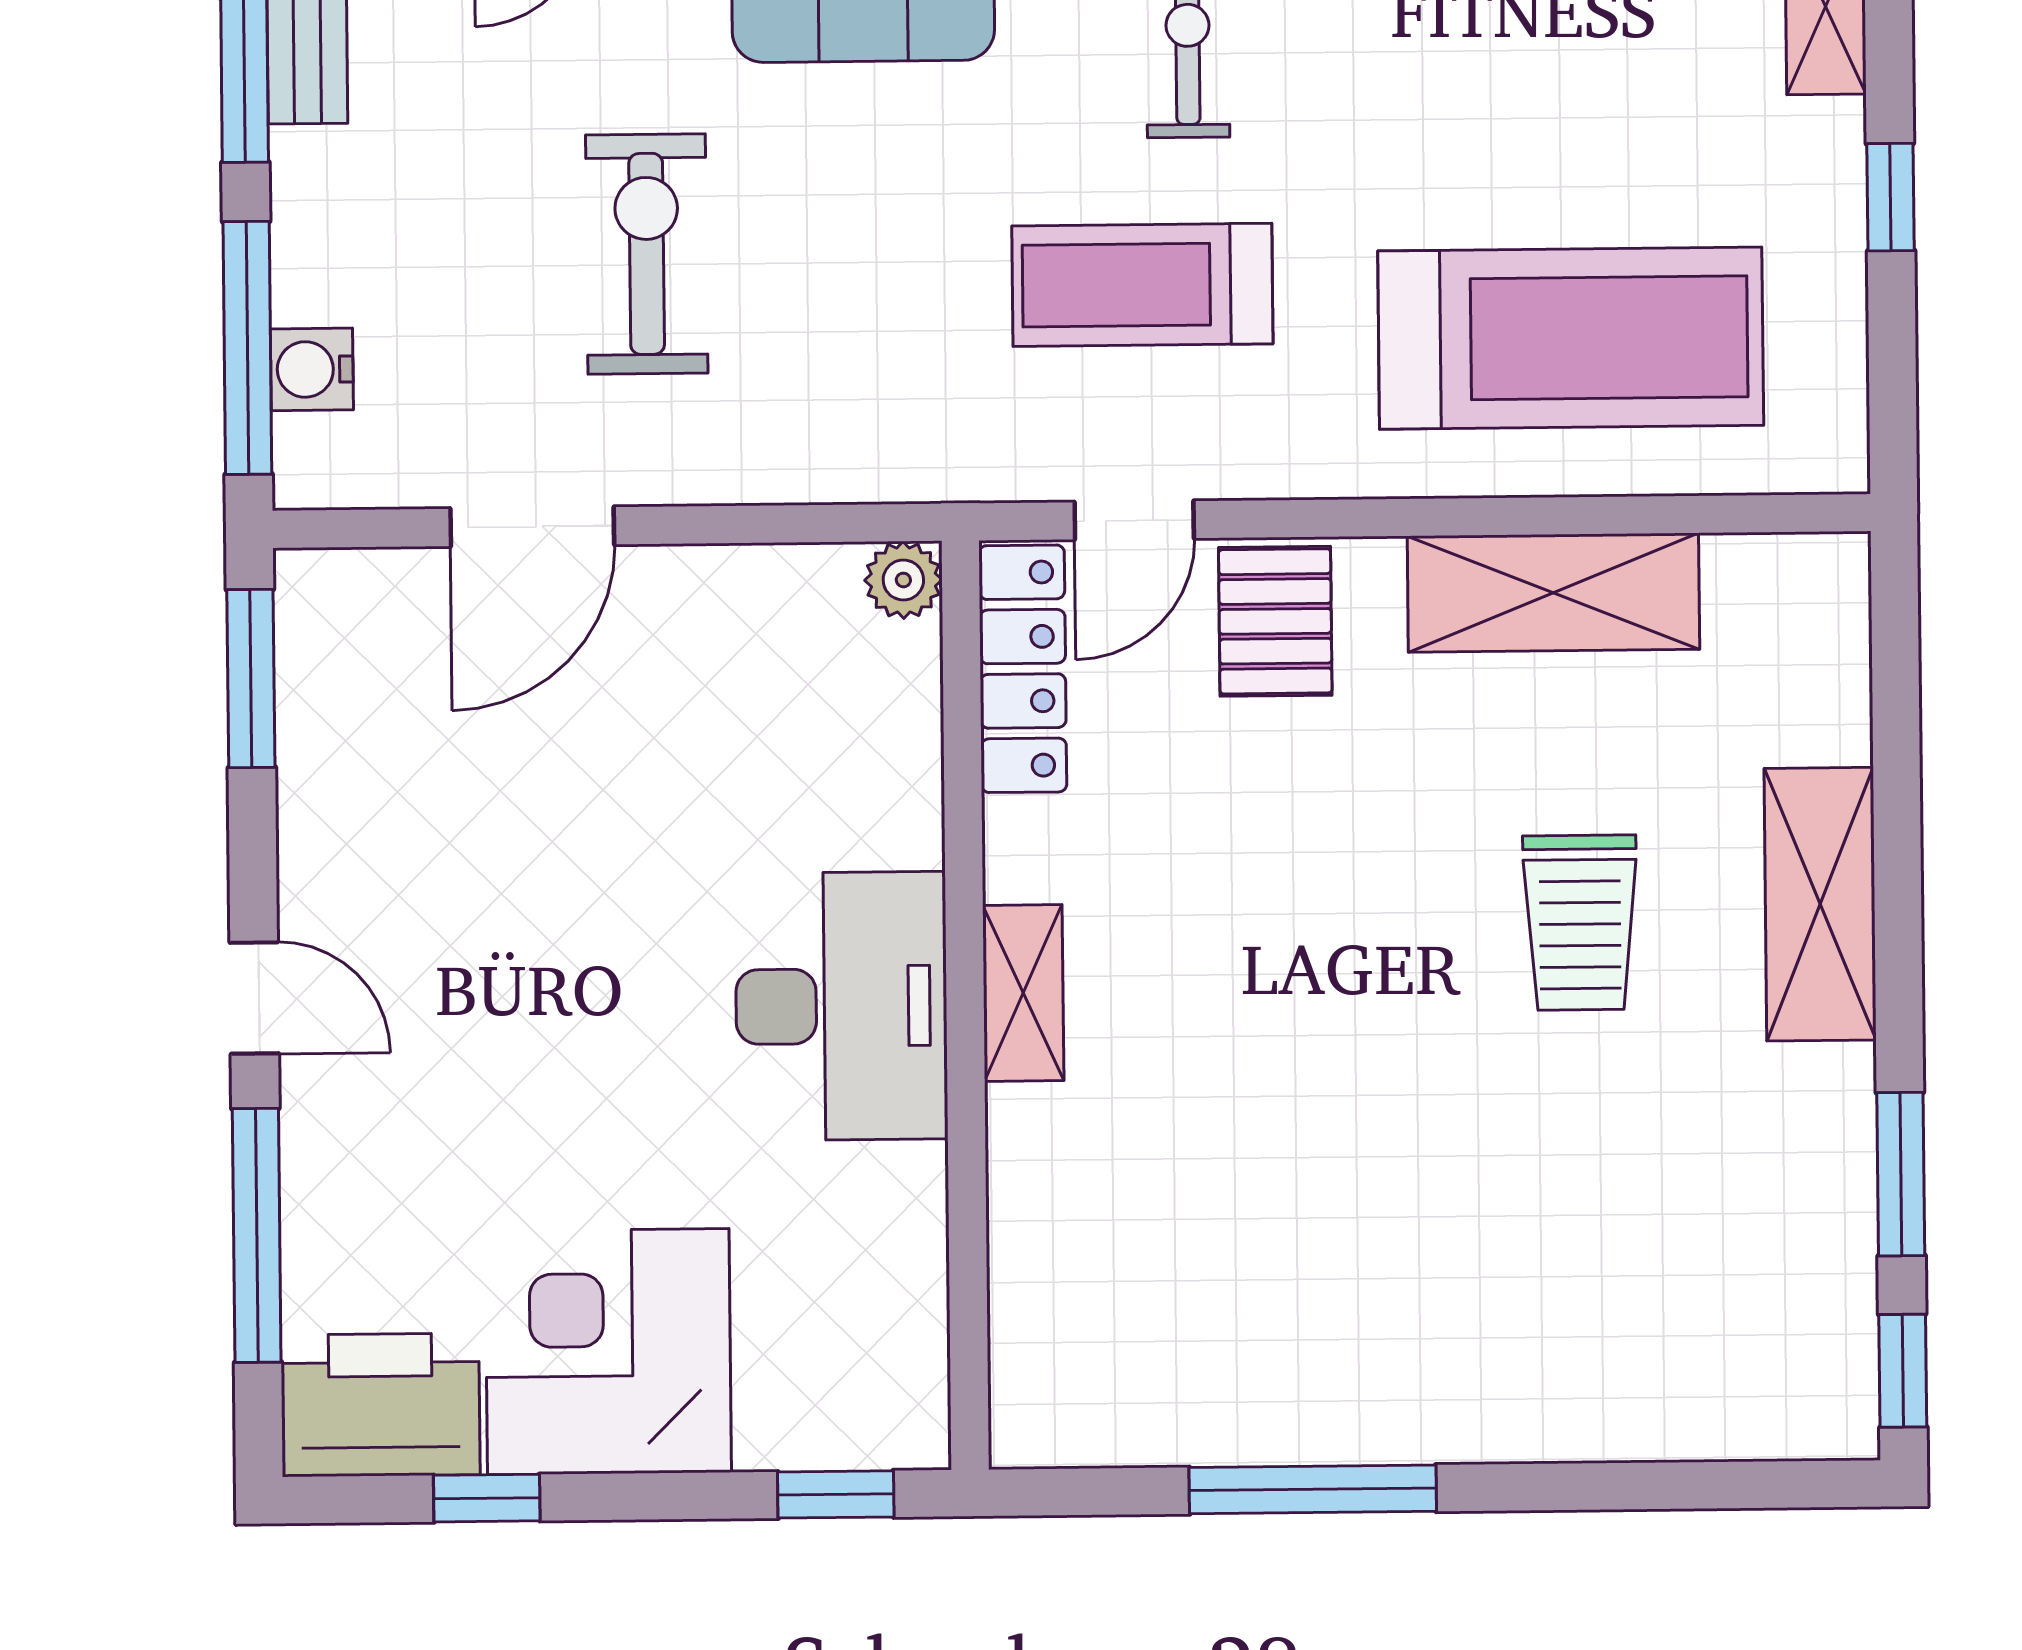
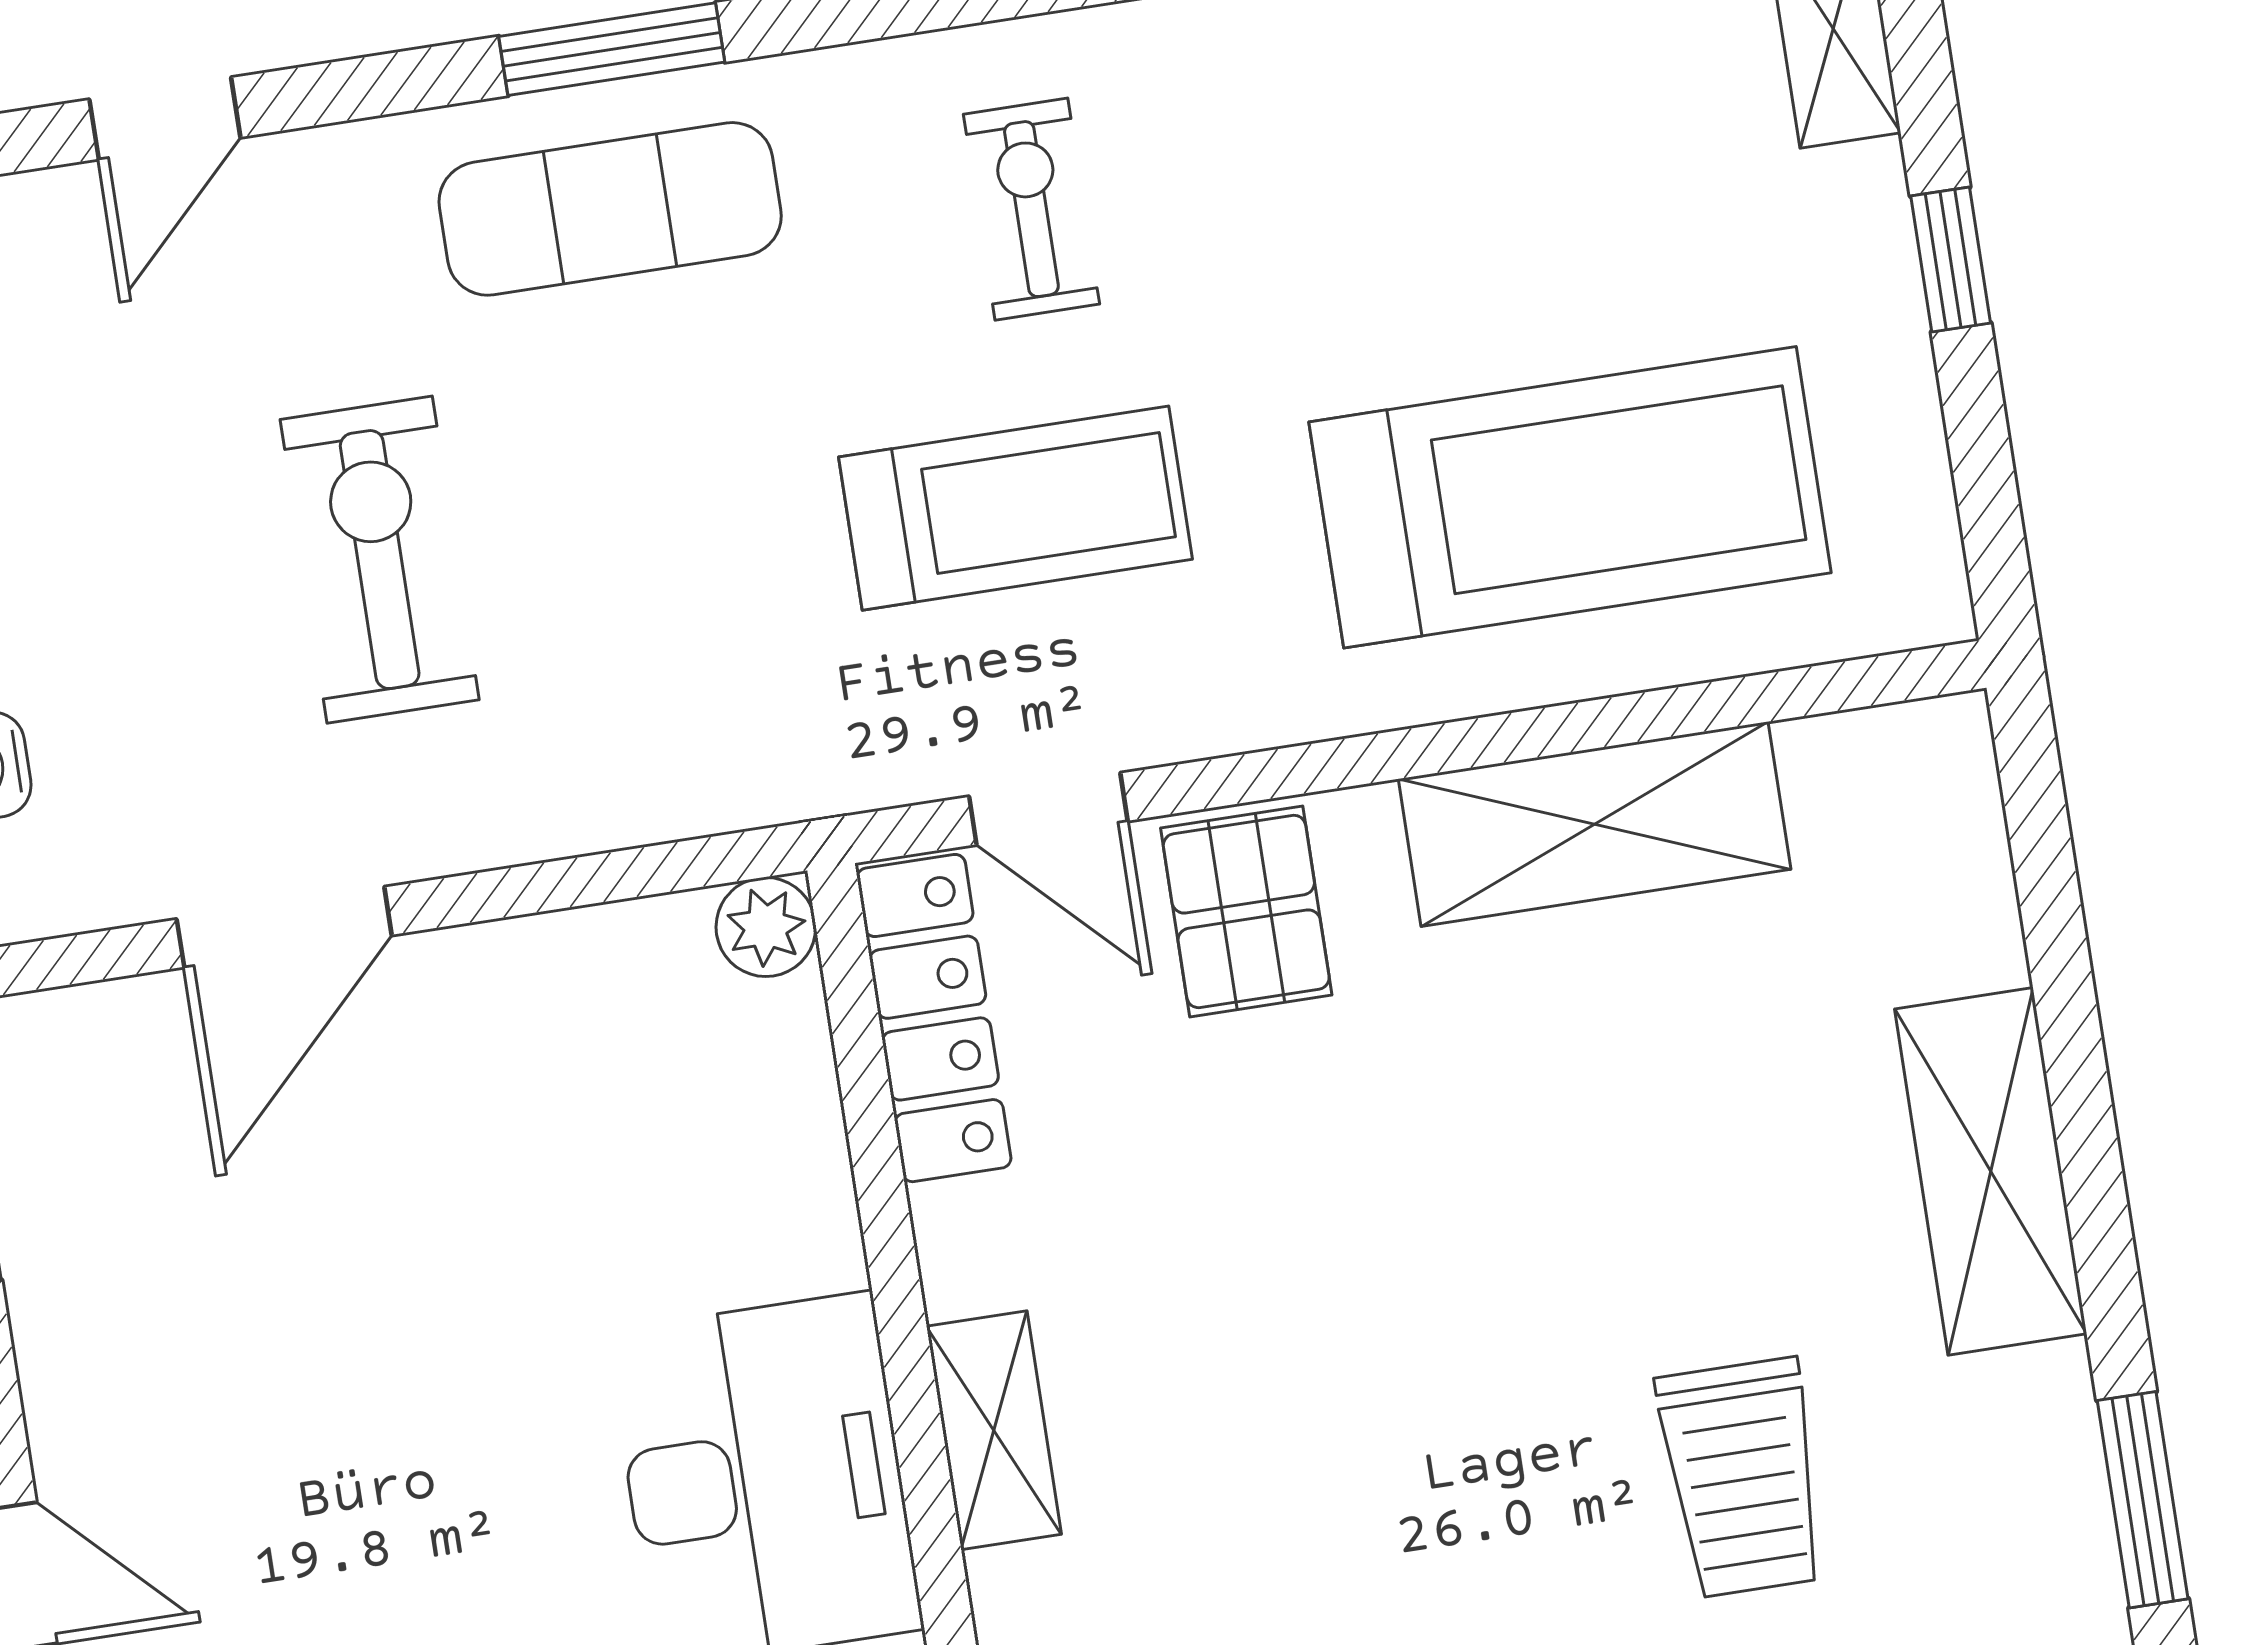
treadmill: (1142, 285) -> (1015, 508), turned 180
door: (1134, 520) -> (1048, 809), hinge flipped
trolley: (1580, 923) -> (1742, 1478), moved

